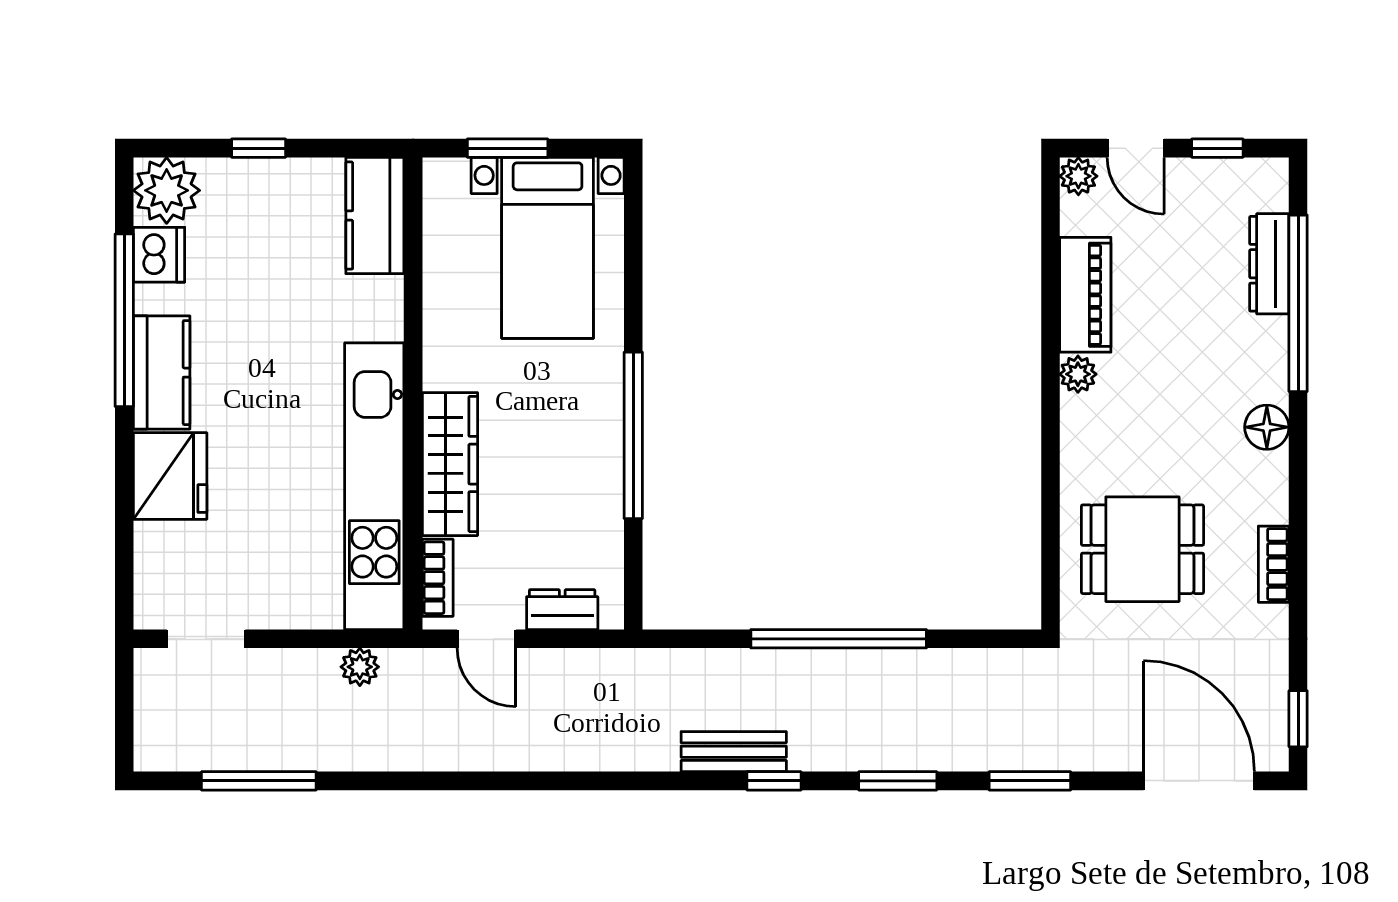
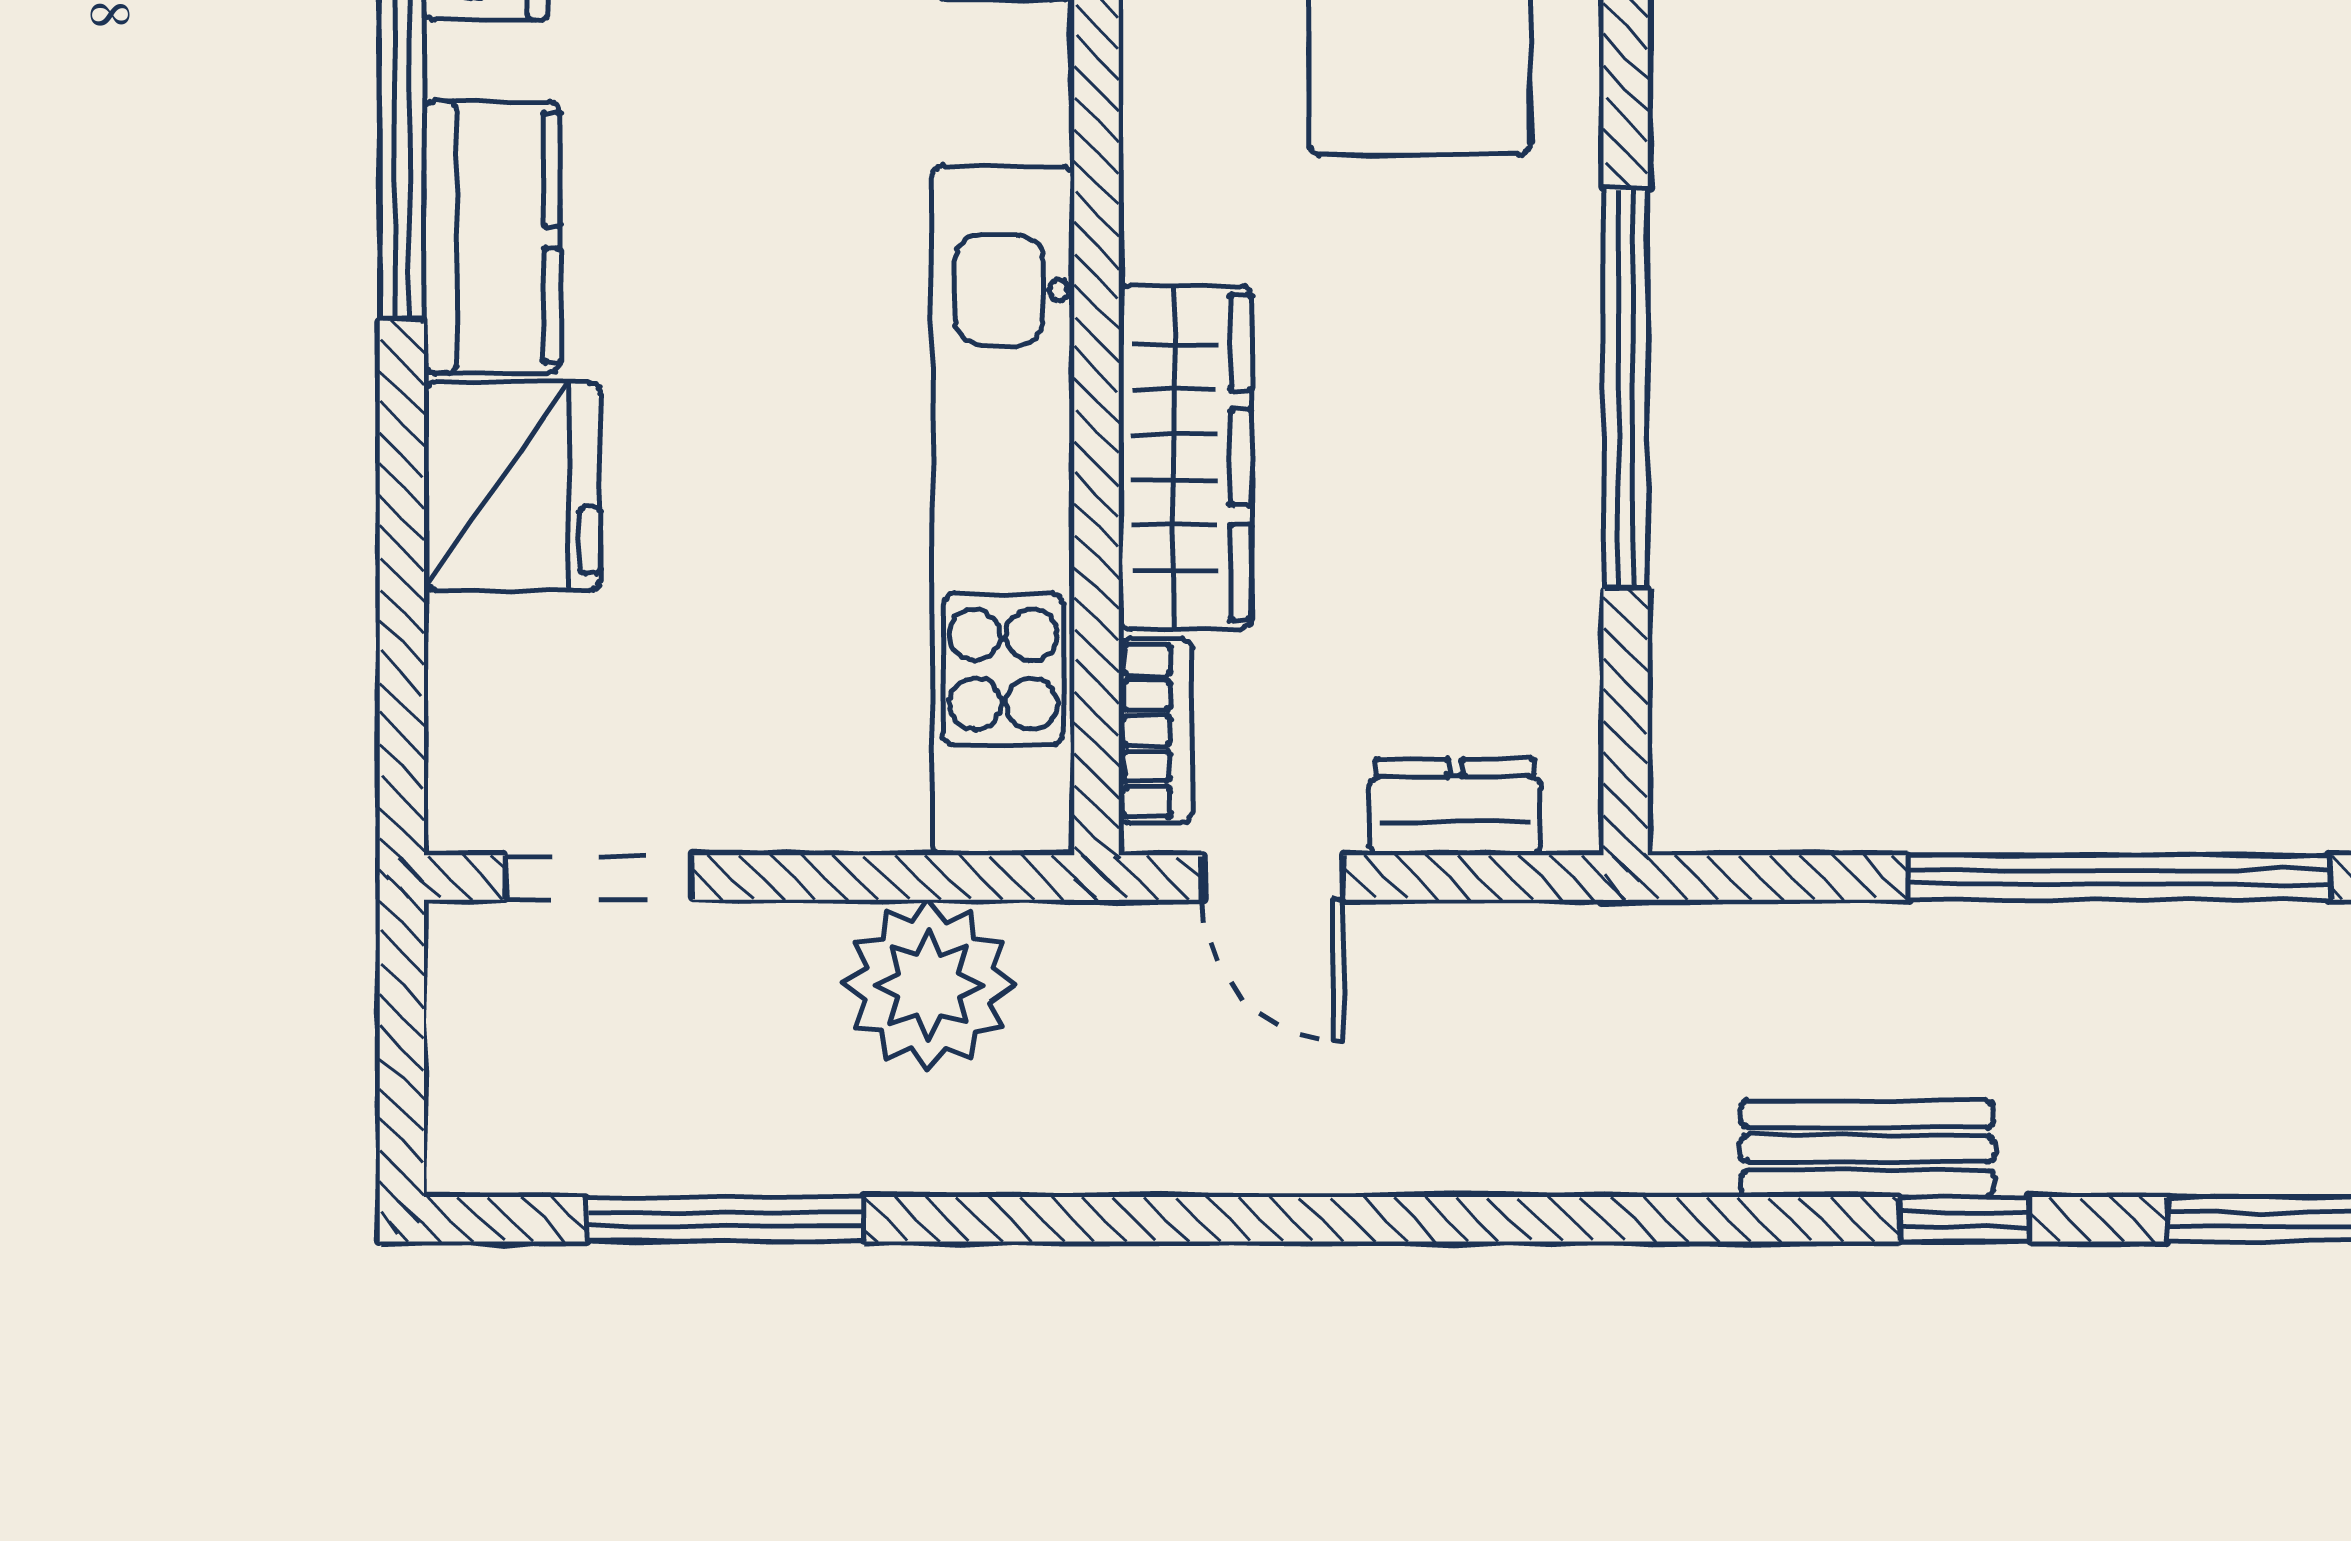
plant: (360, 667) -> (928, 985), width x1.87, depth x1.87

